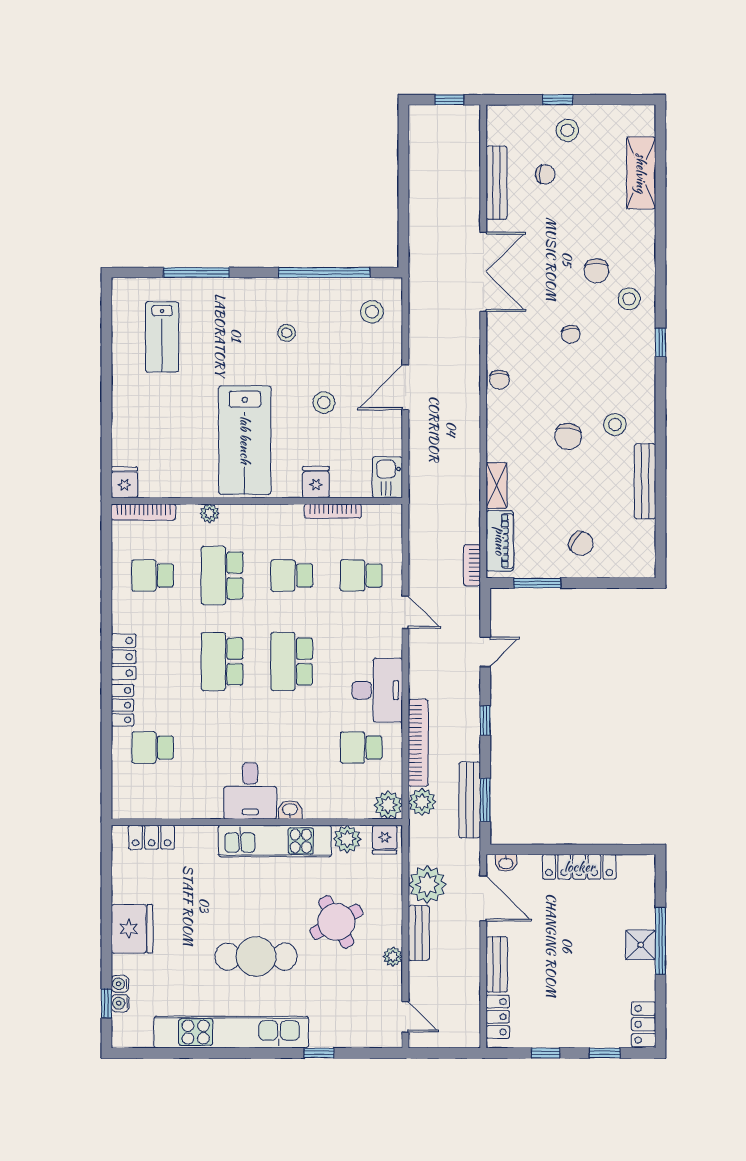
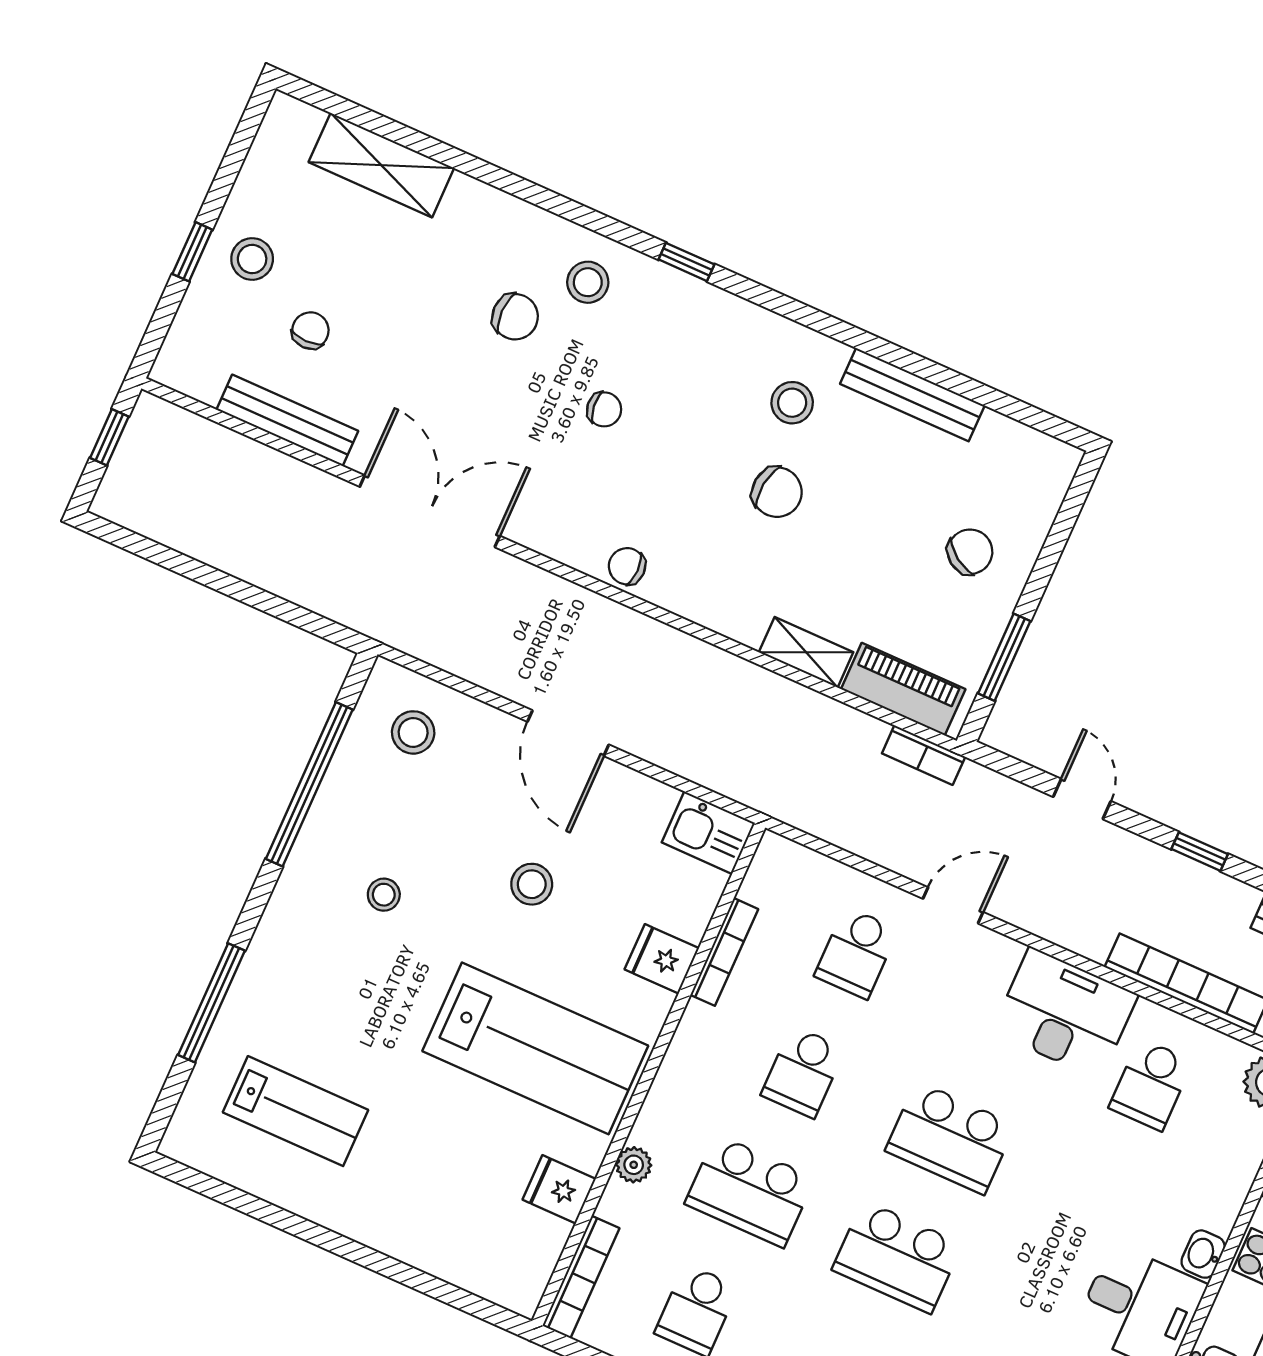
chair: (499, 380) -> (627, 566), turned 180
fridge: (124, 482) -> (559, 1189), moved

